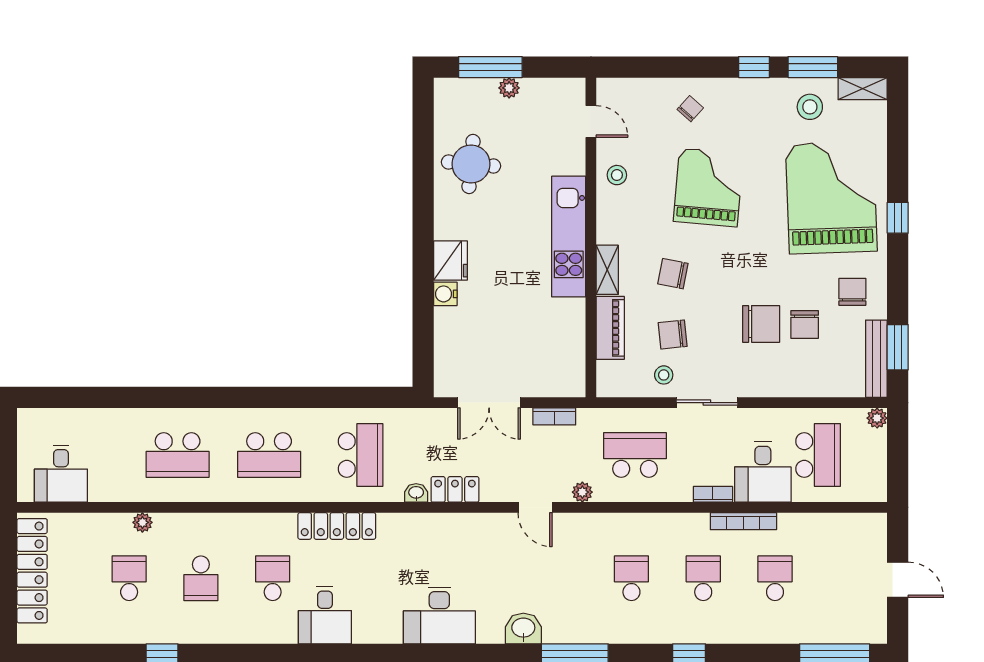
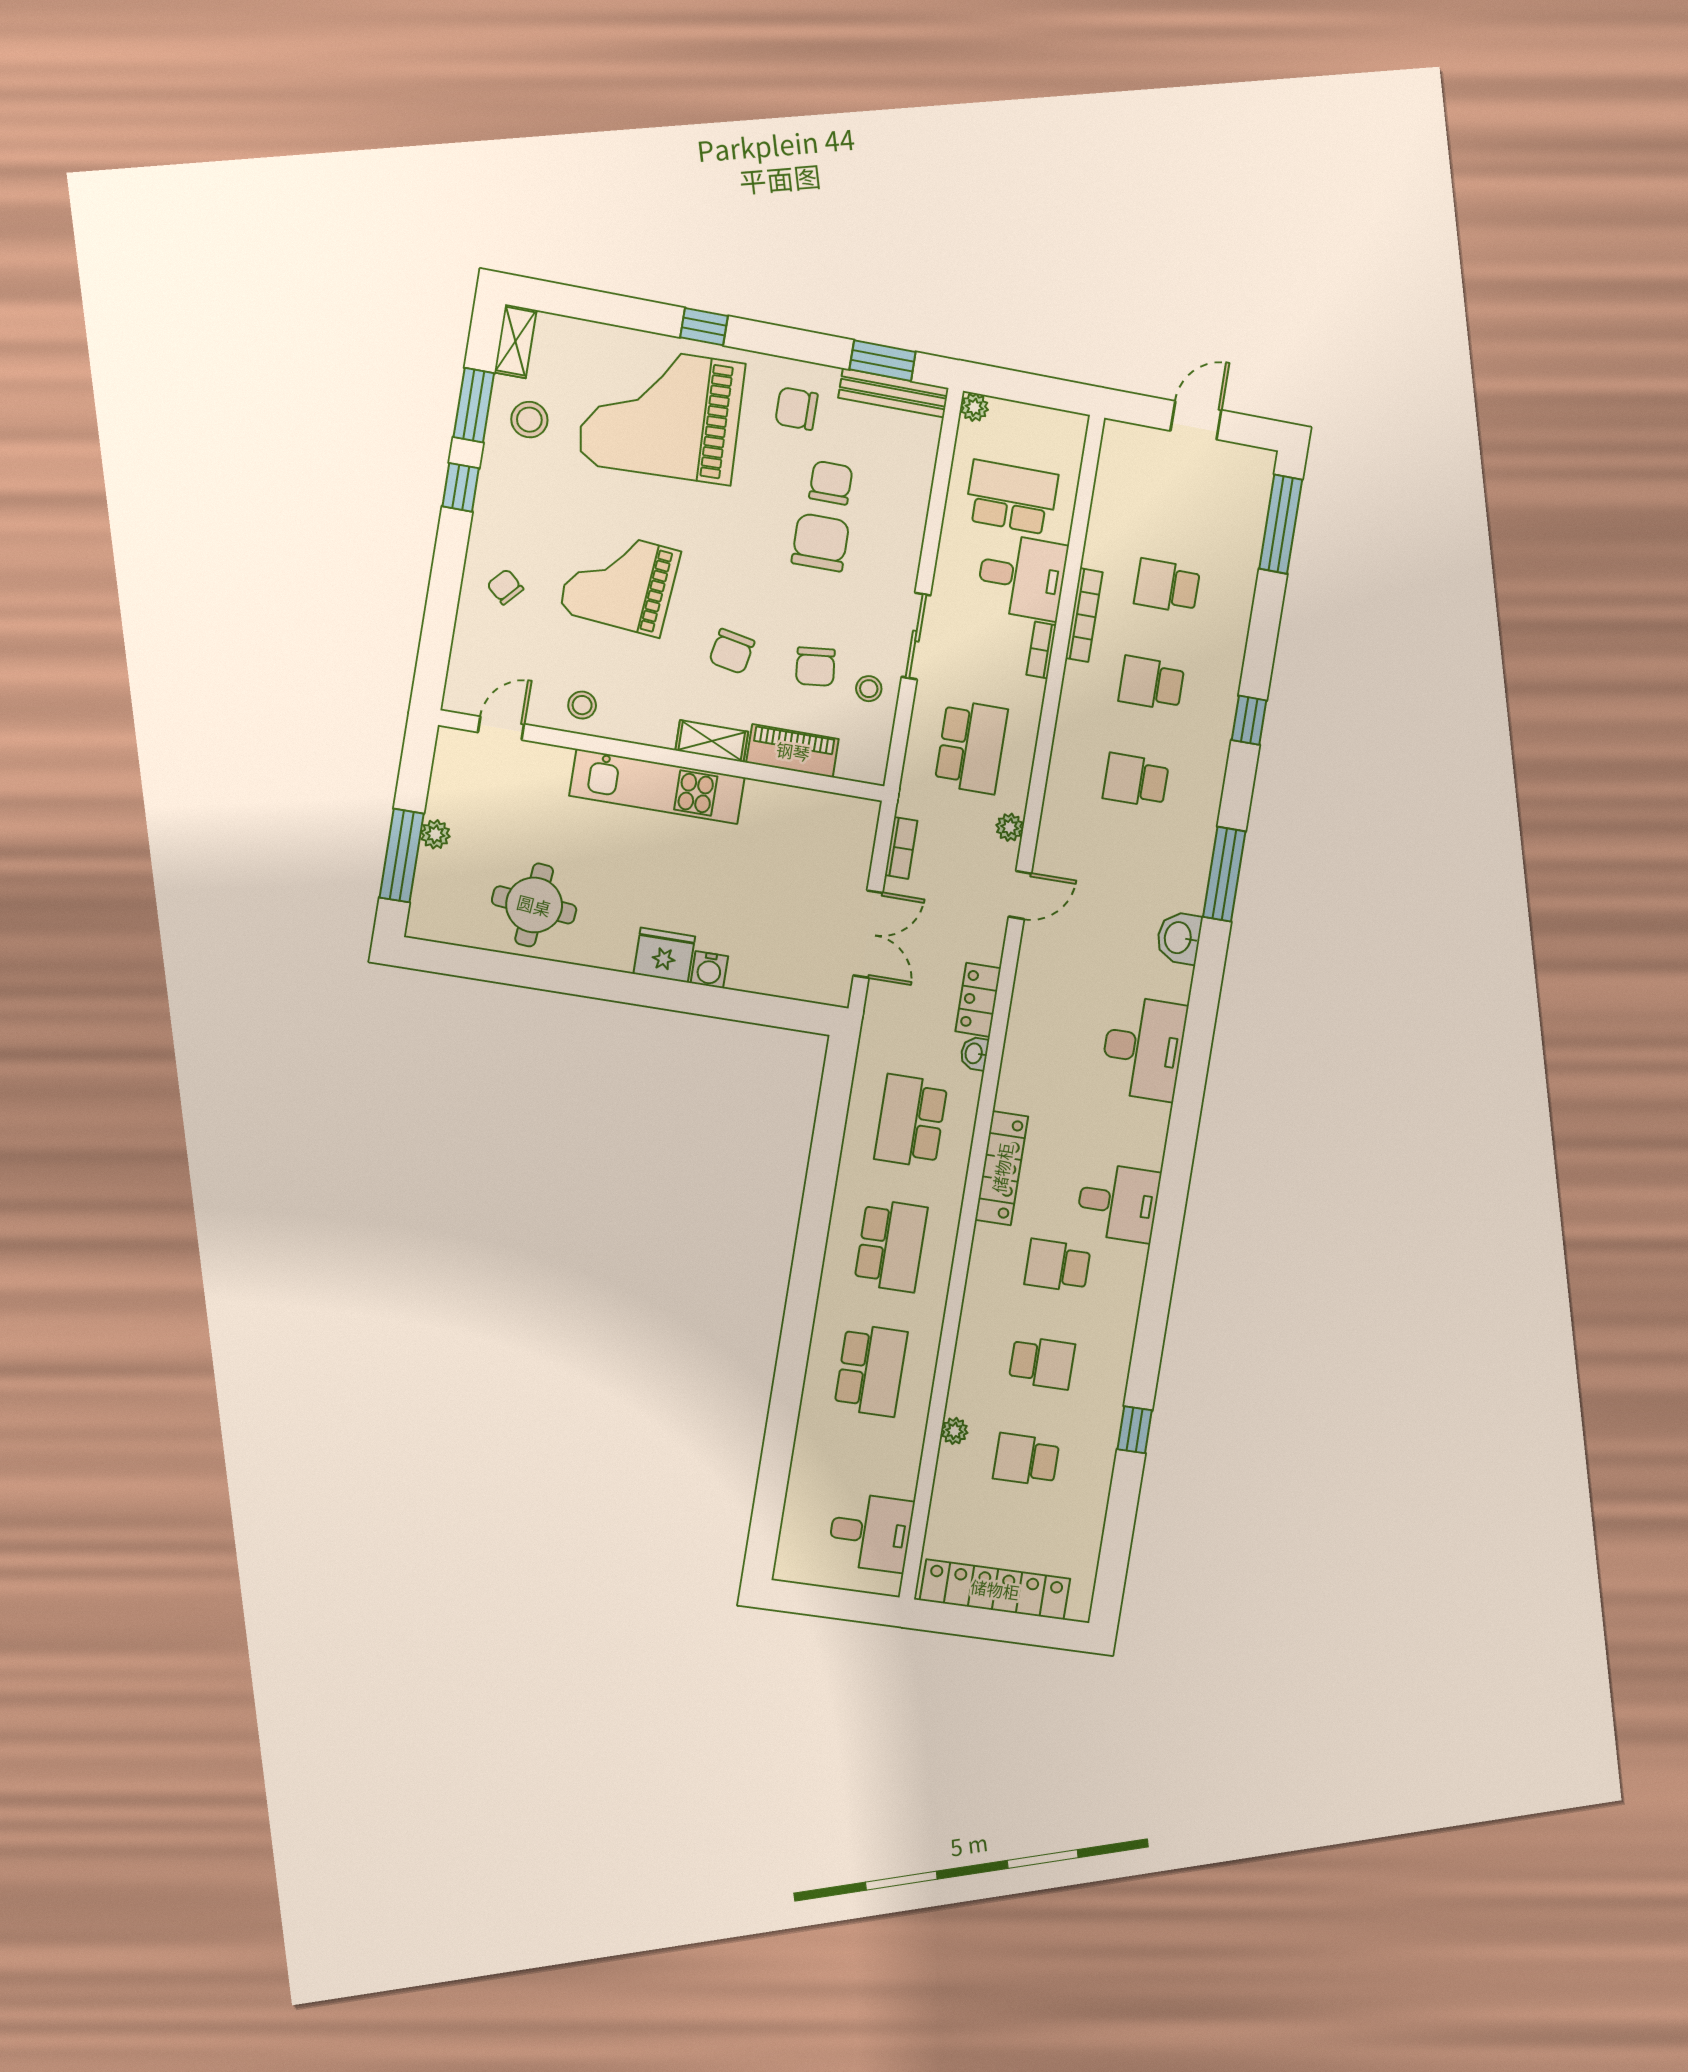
chair: (805, 325) -> (831, 483), turned -90
school desk: (361, 455) -> (911, 1121), turned -90
school desk: (635, 455) -> (971, 747), turned 180

